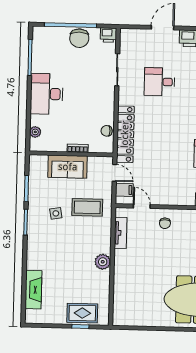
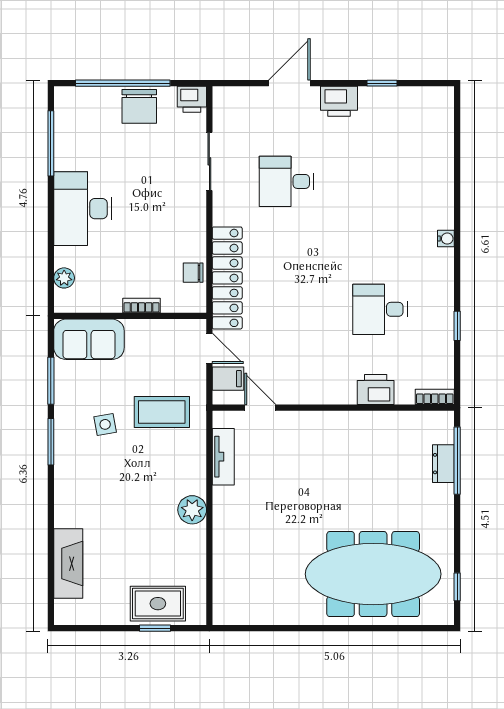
sofa: (68, 167) -> (89, 339), moved
chair: (165, 223) -> (303, 437), removed

